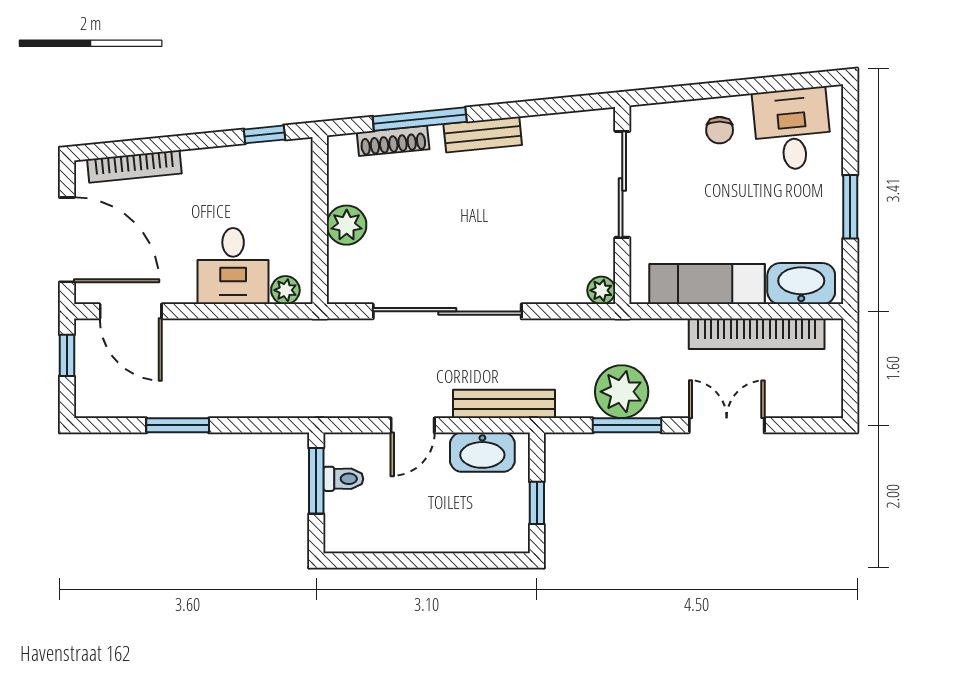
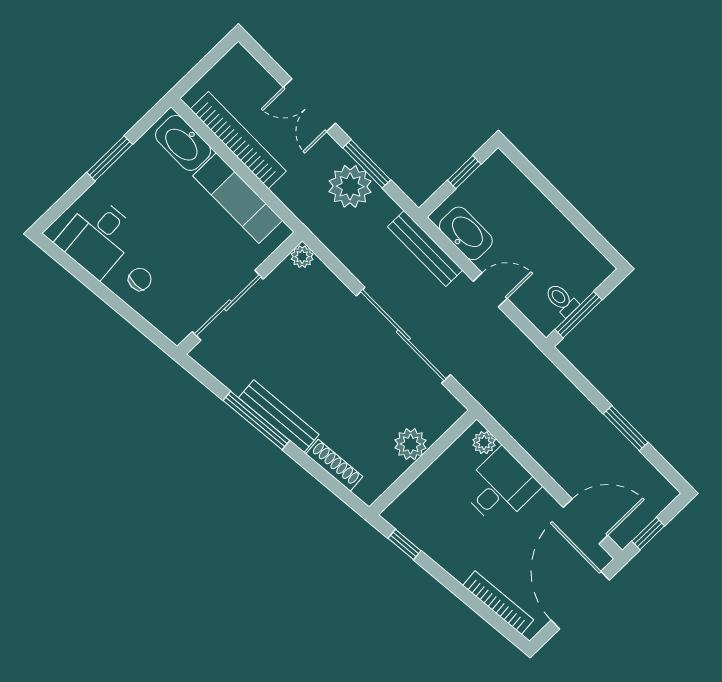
window: (420, 119) -> (256, 421), moved
bench: (483, 135) -> (279, 416), width x1.36
door: (131, 311) -> (586, 521), hinge flipped

